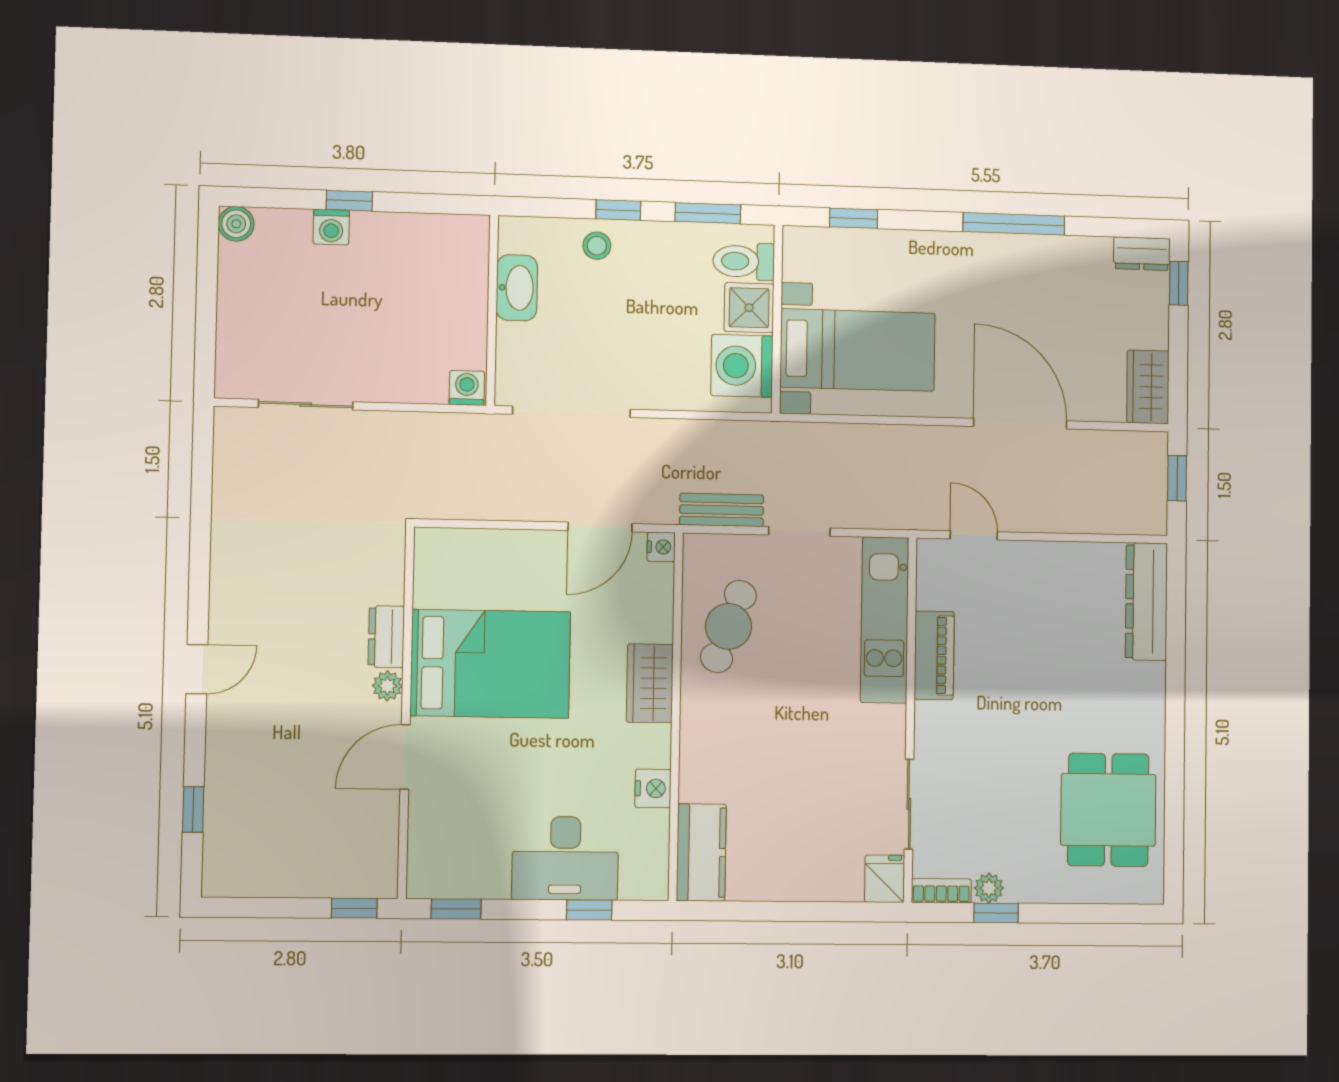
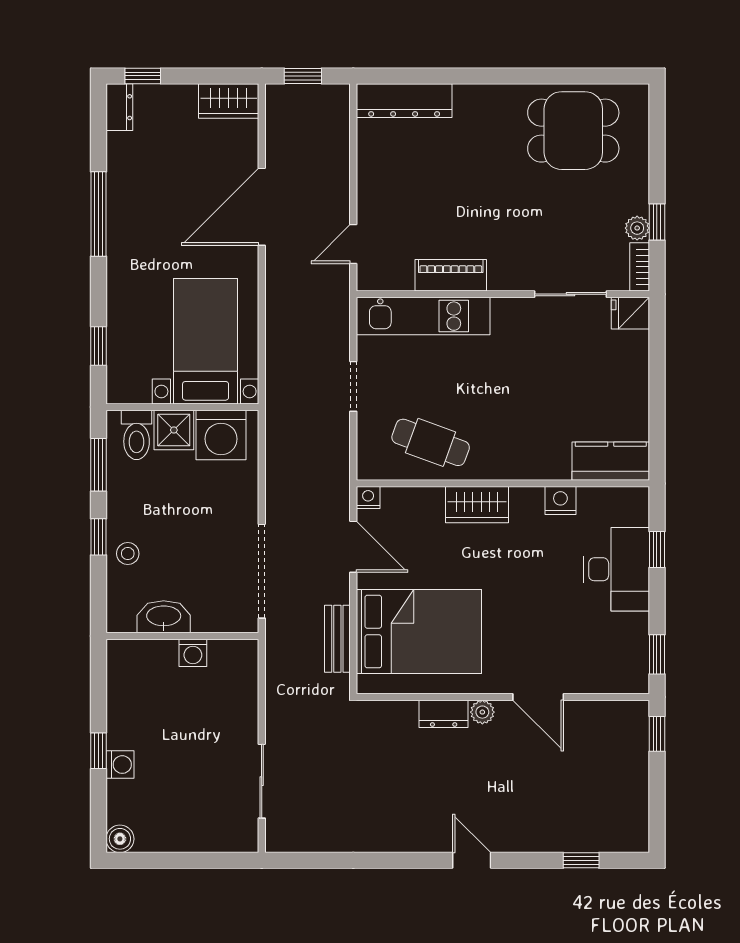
washing machine: (467, 388) -> (193, 653), moved, turned -90
bench: (722, 510) -> (337, 639), moved
bed: (490, 664) -> (419, 632), moved, turned 90

